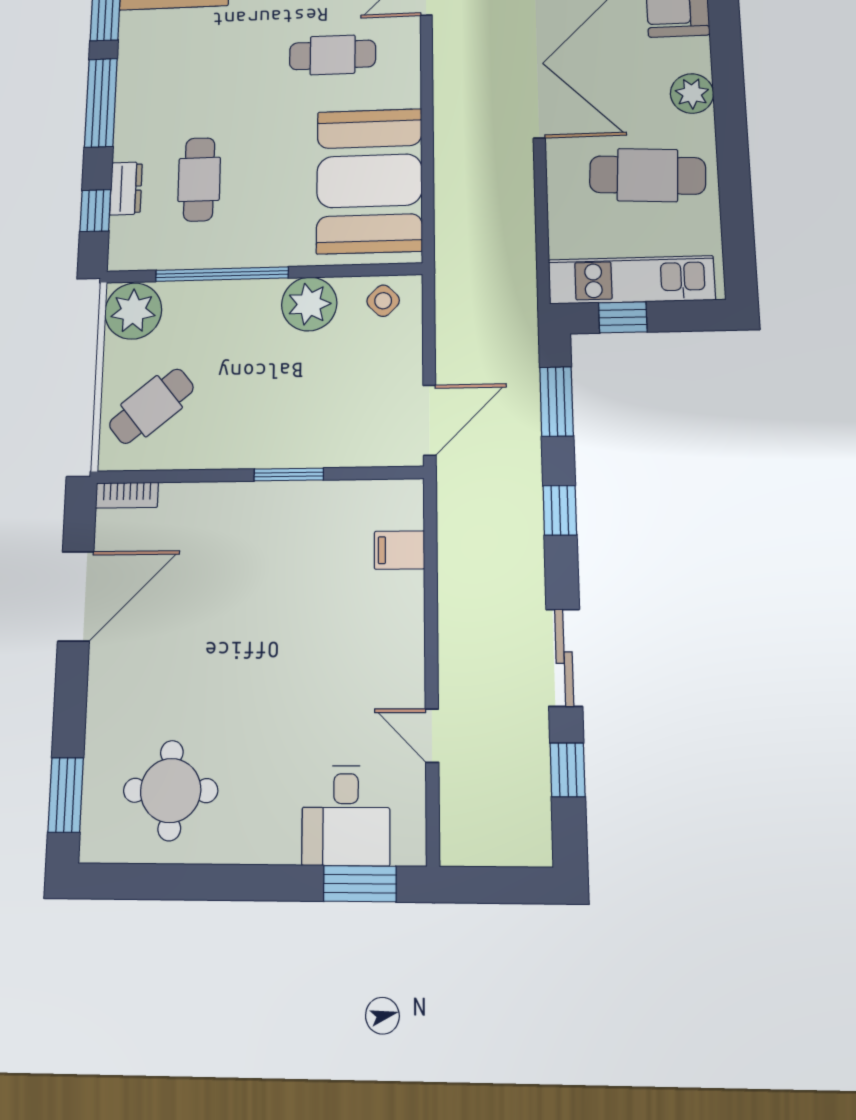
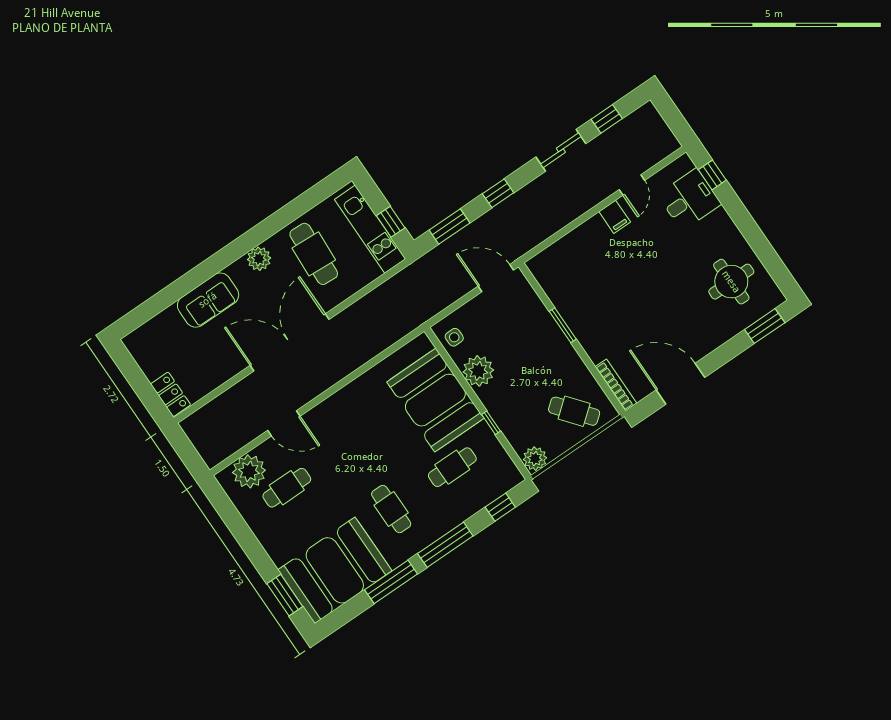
cafe table: (333, 55) -> (391, 509), moved
booth: (369, 181) -> (435, 400), moved, turned 90
dresser: (126, 188) -> (480, 500), removed
window: (222, 274) -> (491, 423), width x0.32
side table: (383, 301) -> (454, 337), turned 45
plant: (133, 311) -> (535, 459), width x0.73, depth x0.73
bookcase: (127, 495) -> (616, 385), width x1.56
filing cabinet: (399, 550) -> (615, 217), moved
window: (360, 884) -> (712, 175), width x0.67

